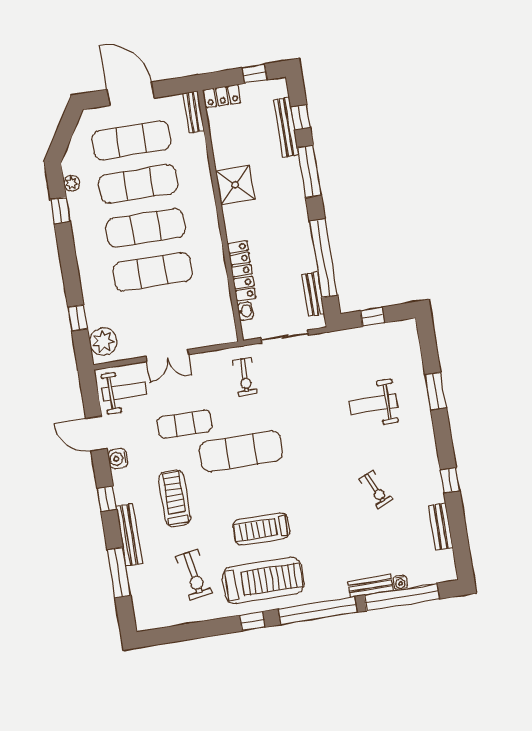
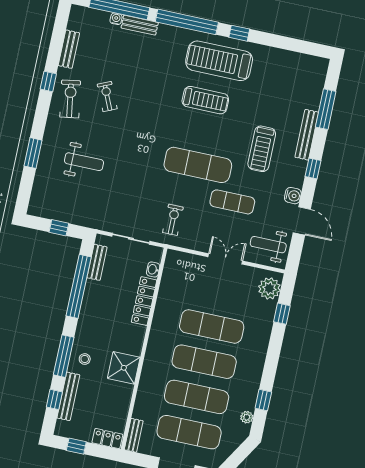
stool: (284, 177) -> (85, 359), added
exercise bike: (194, 575) -> (70, 99), moved

